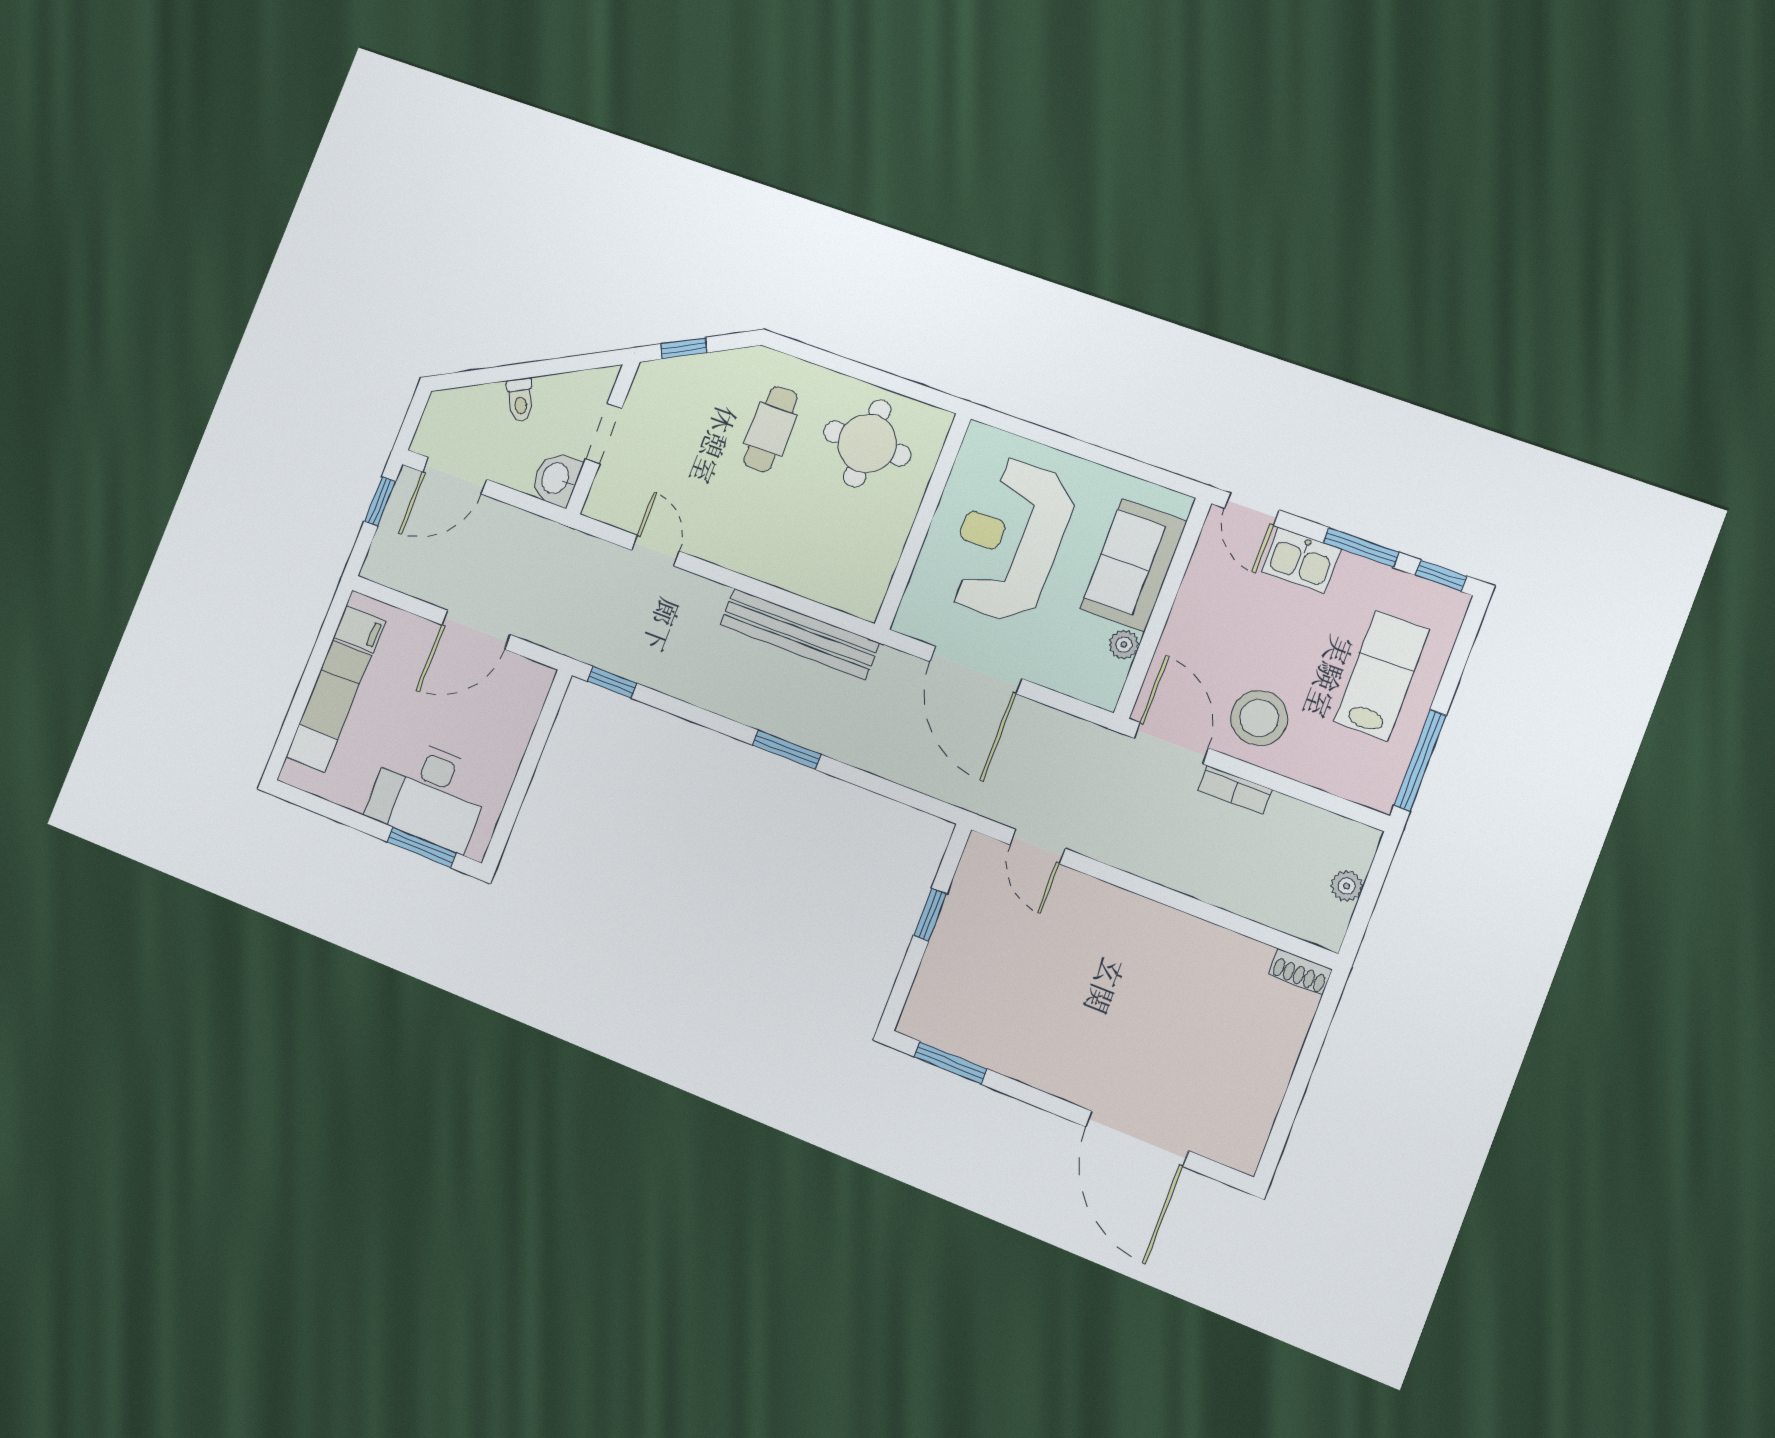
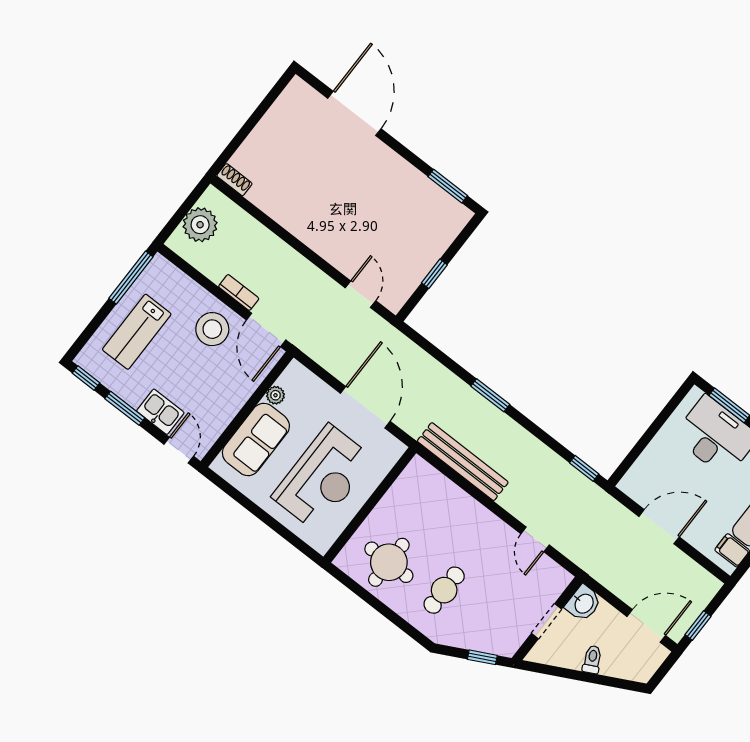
plant: (1347, 886) -> (200, 225), width x1.88, depth x1.88

